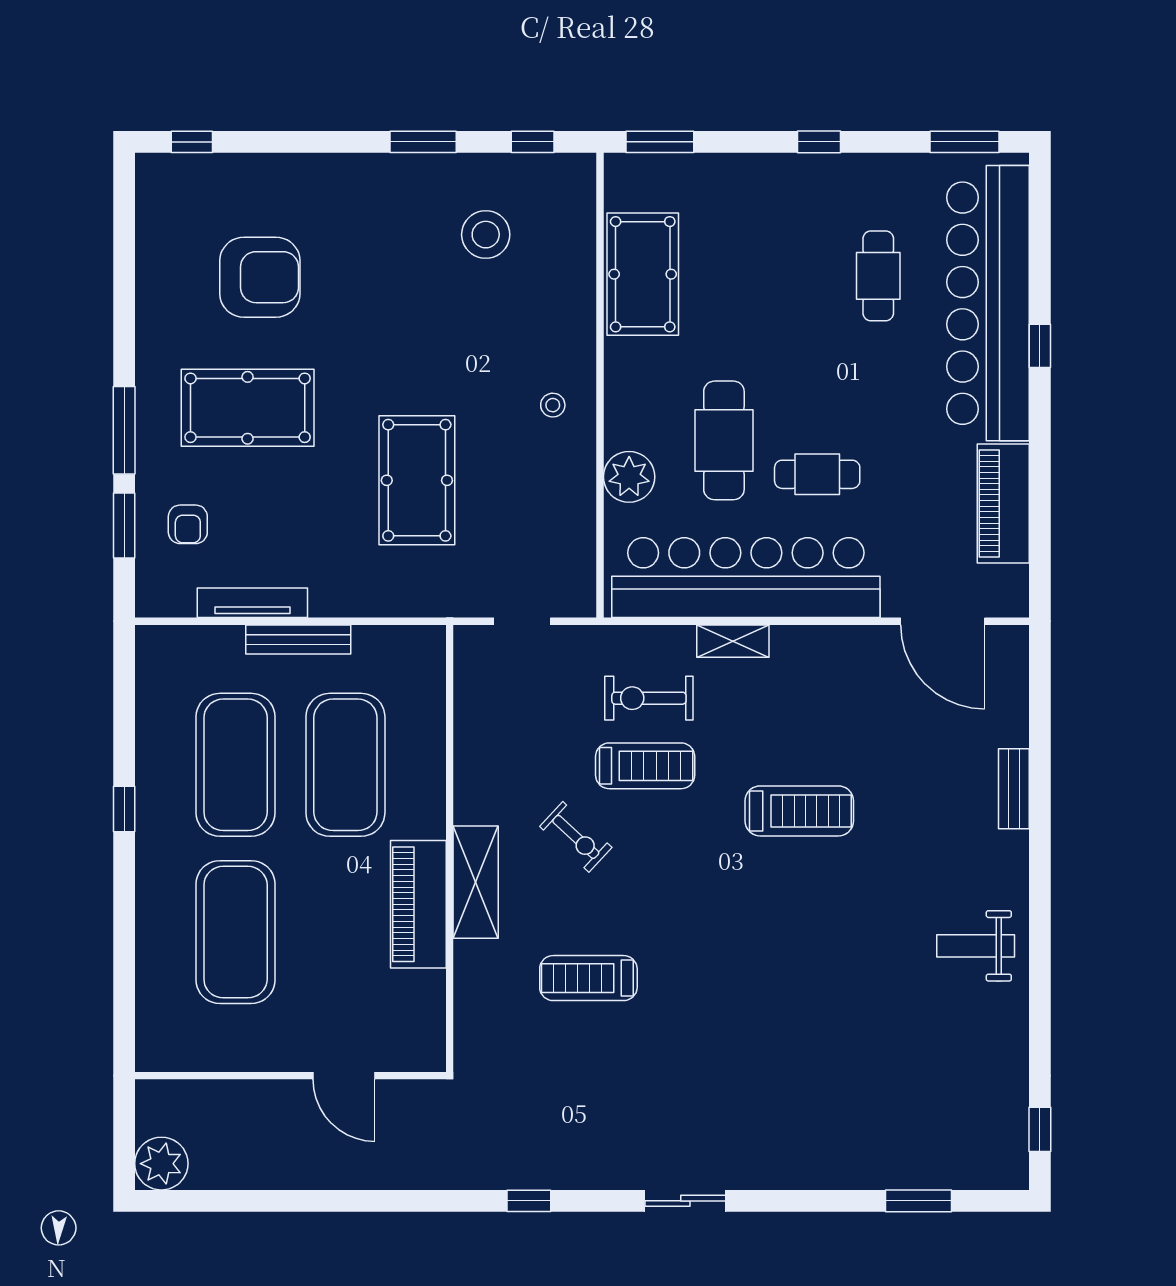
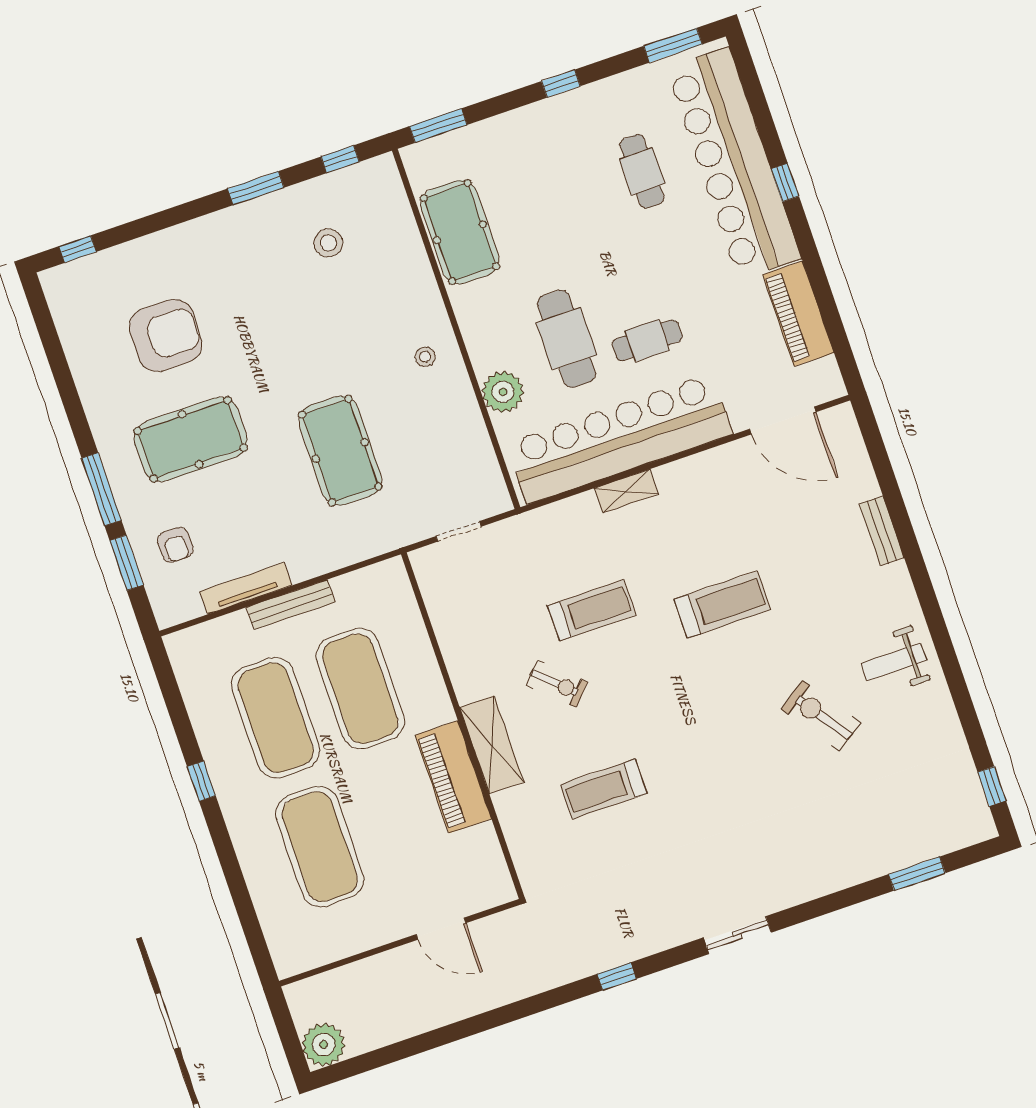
stool: (486, 235) -> (328, 243), width x0.73, depth x0.73
exercise bike: (649, 698) -> (821, 716), moved, turned 55

